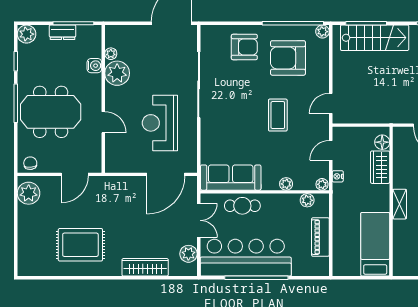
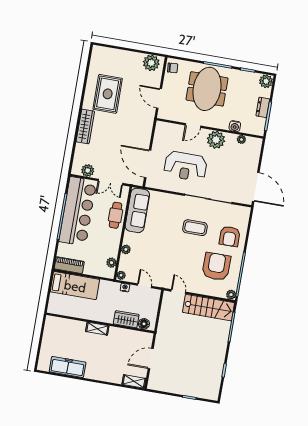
stairs: (375, 38) -> (209, 308), moved, turned -90
plant: (117, 73) -> (216, 140), moved
coffee table: (278, 115) -> (195, 228), moved
reception desk: (160, 123) -> (185, 166), turned 180
piano: (320, 237) -> (69, 265), moved
bed: (375, 244) -> (75, 286), moved
wardrobe: (145, 267) -> (85, 126), moved

